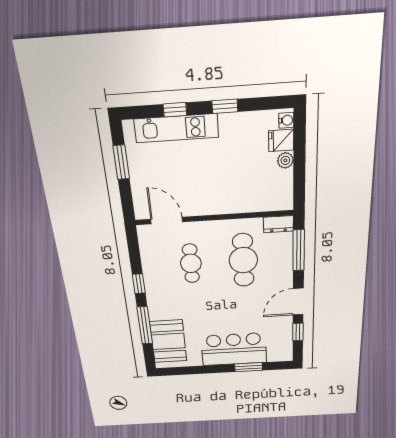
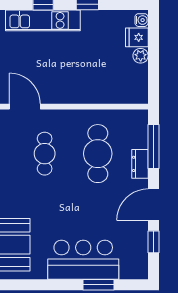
dresser: (278, 224) -> (140, 164), moved, turned 90

